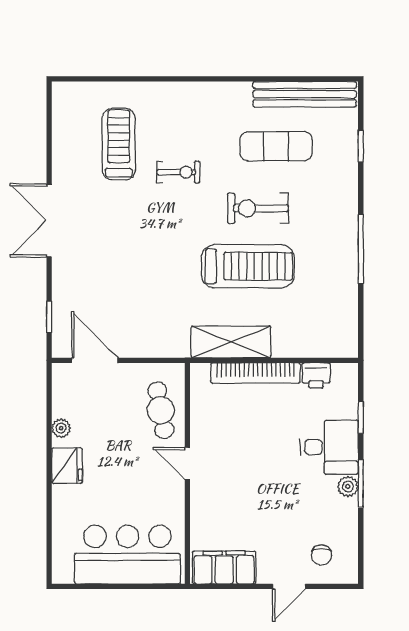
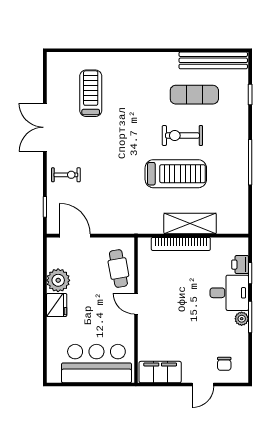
exercise bike: (178, 172) -> (66, 175), moved
double door: (49, 220) -> (45, 127), moved
shelving: (231, 342) -> (190, 224), moved
printer: (316, 375) -> (240, 265), moved, turned 90
plant: (61, 428) -> (58, 280), width x1.87, depth x1.87

